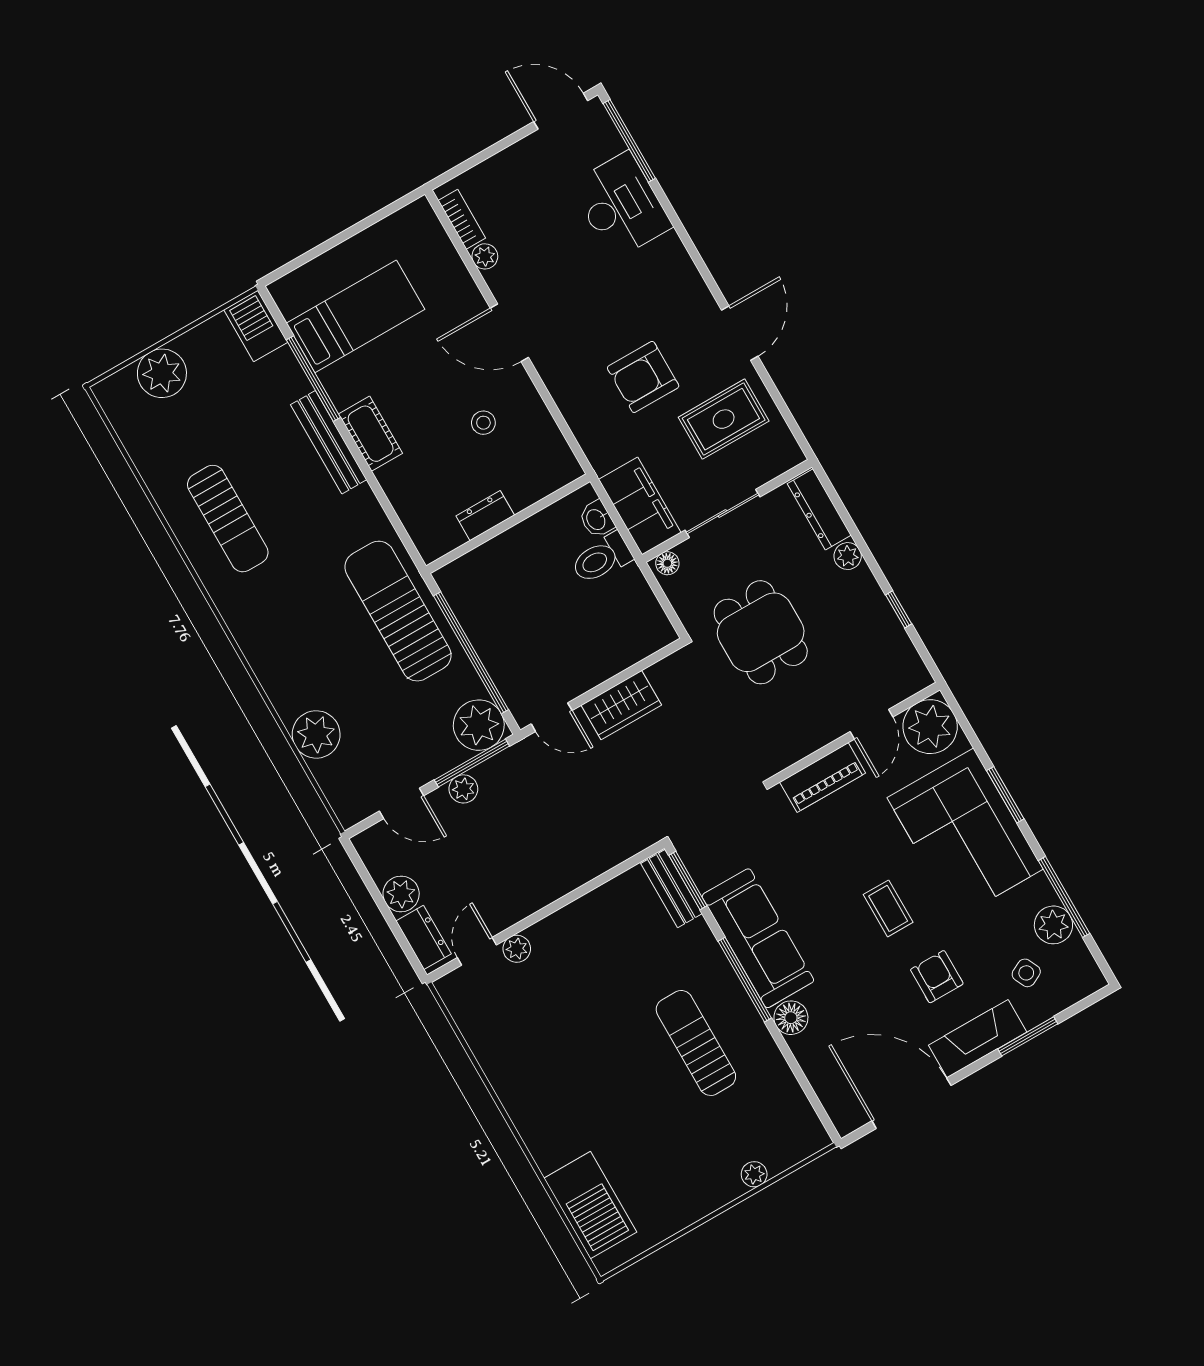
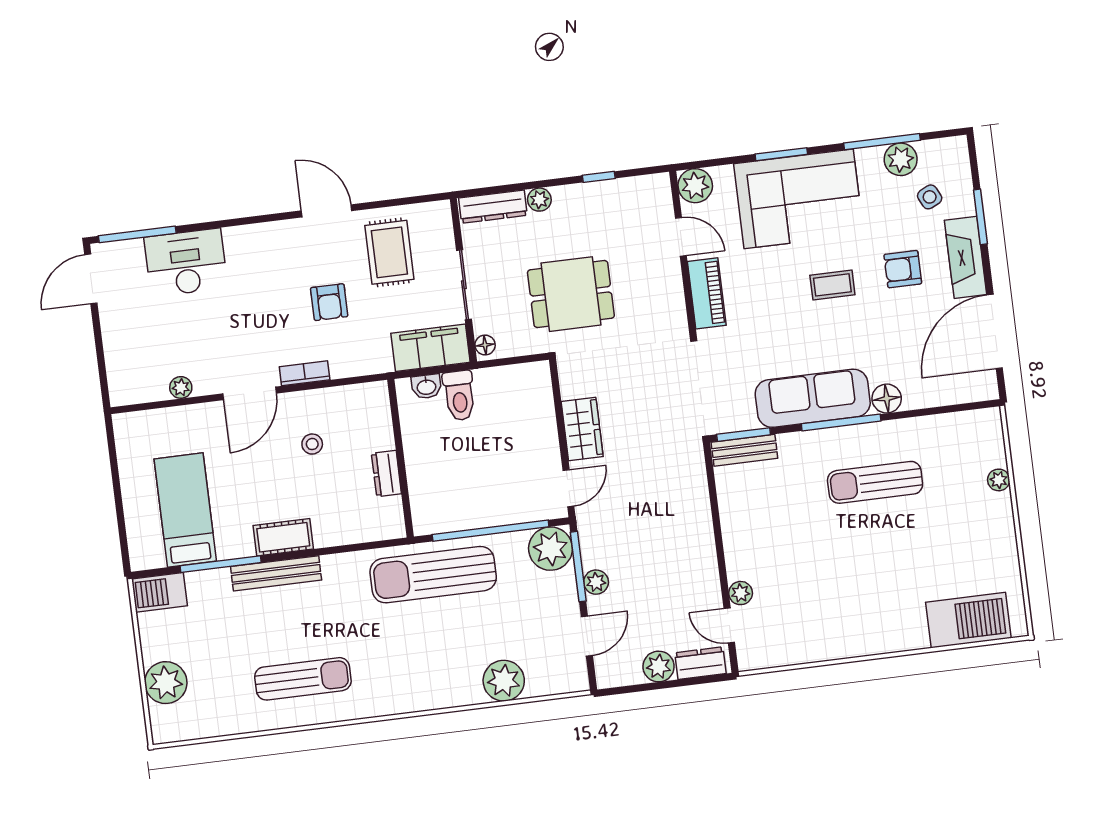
bookcase: (462, 219) -> (305, 373), moved
armchair: (643, 377) -> (329, 302), width x0.72, depth x0.72
plant: (930, 727) -> (695, 186), width x0.73, depth x0.73

